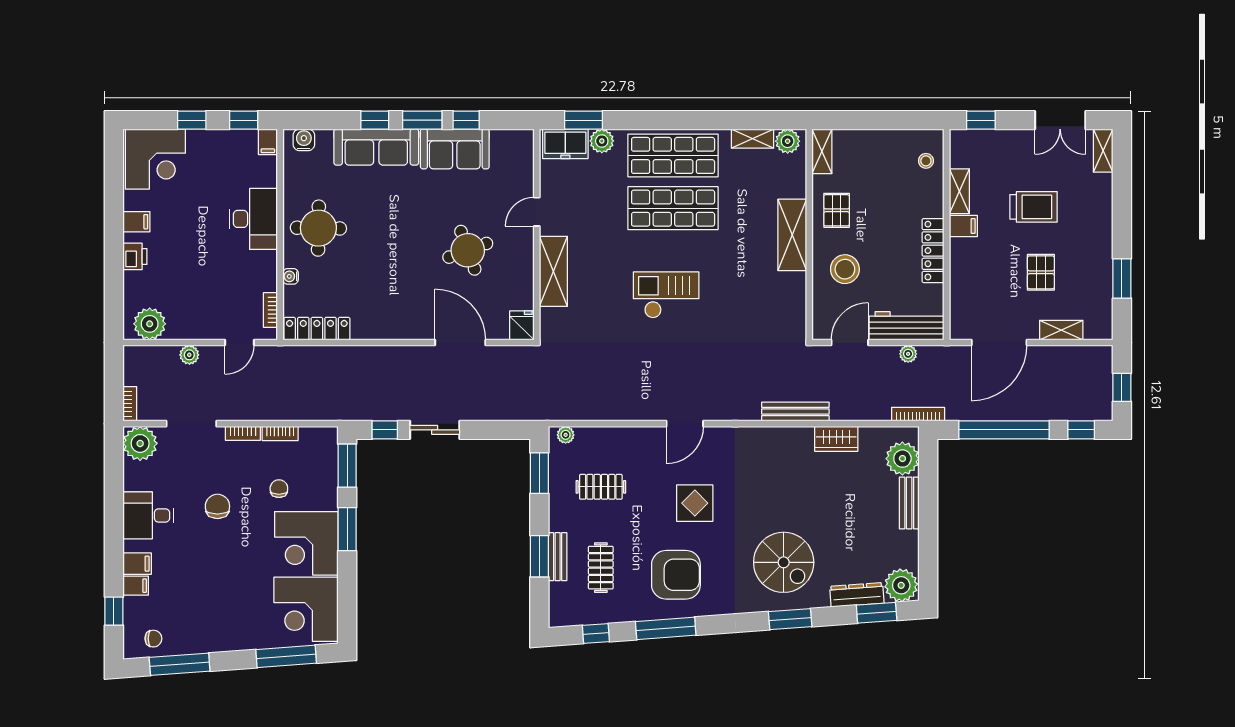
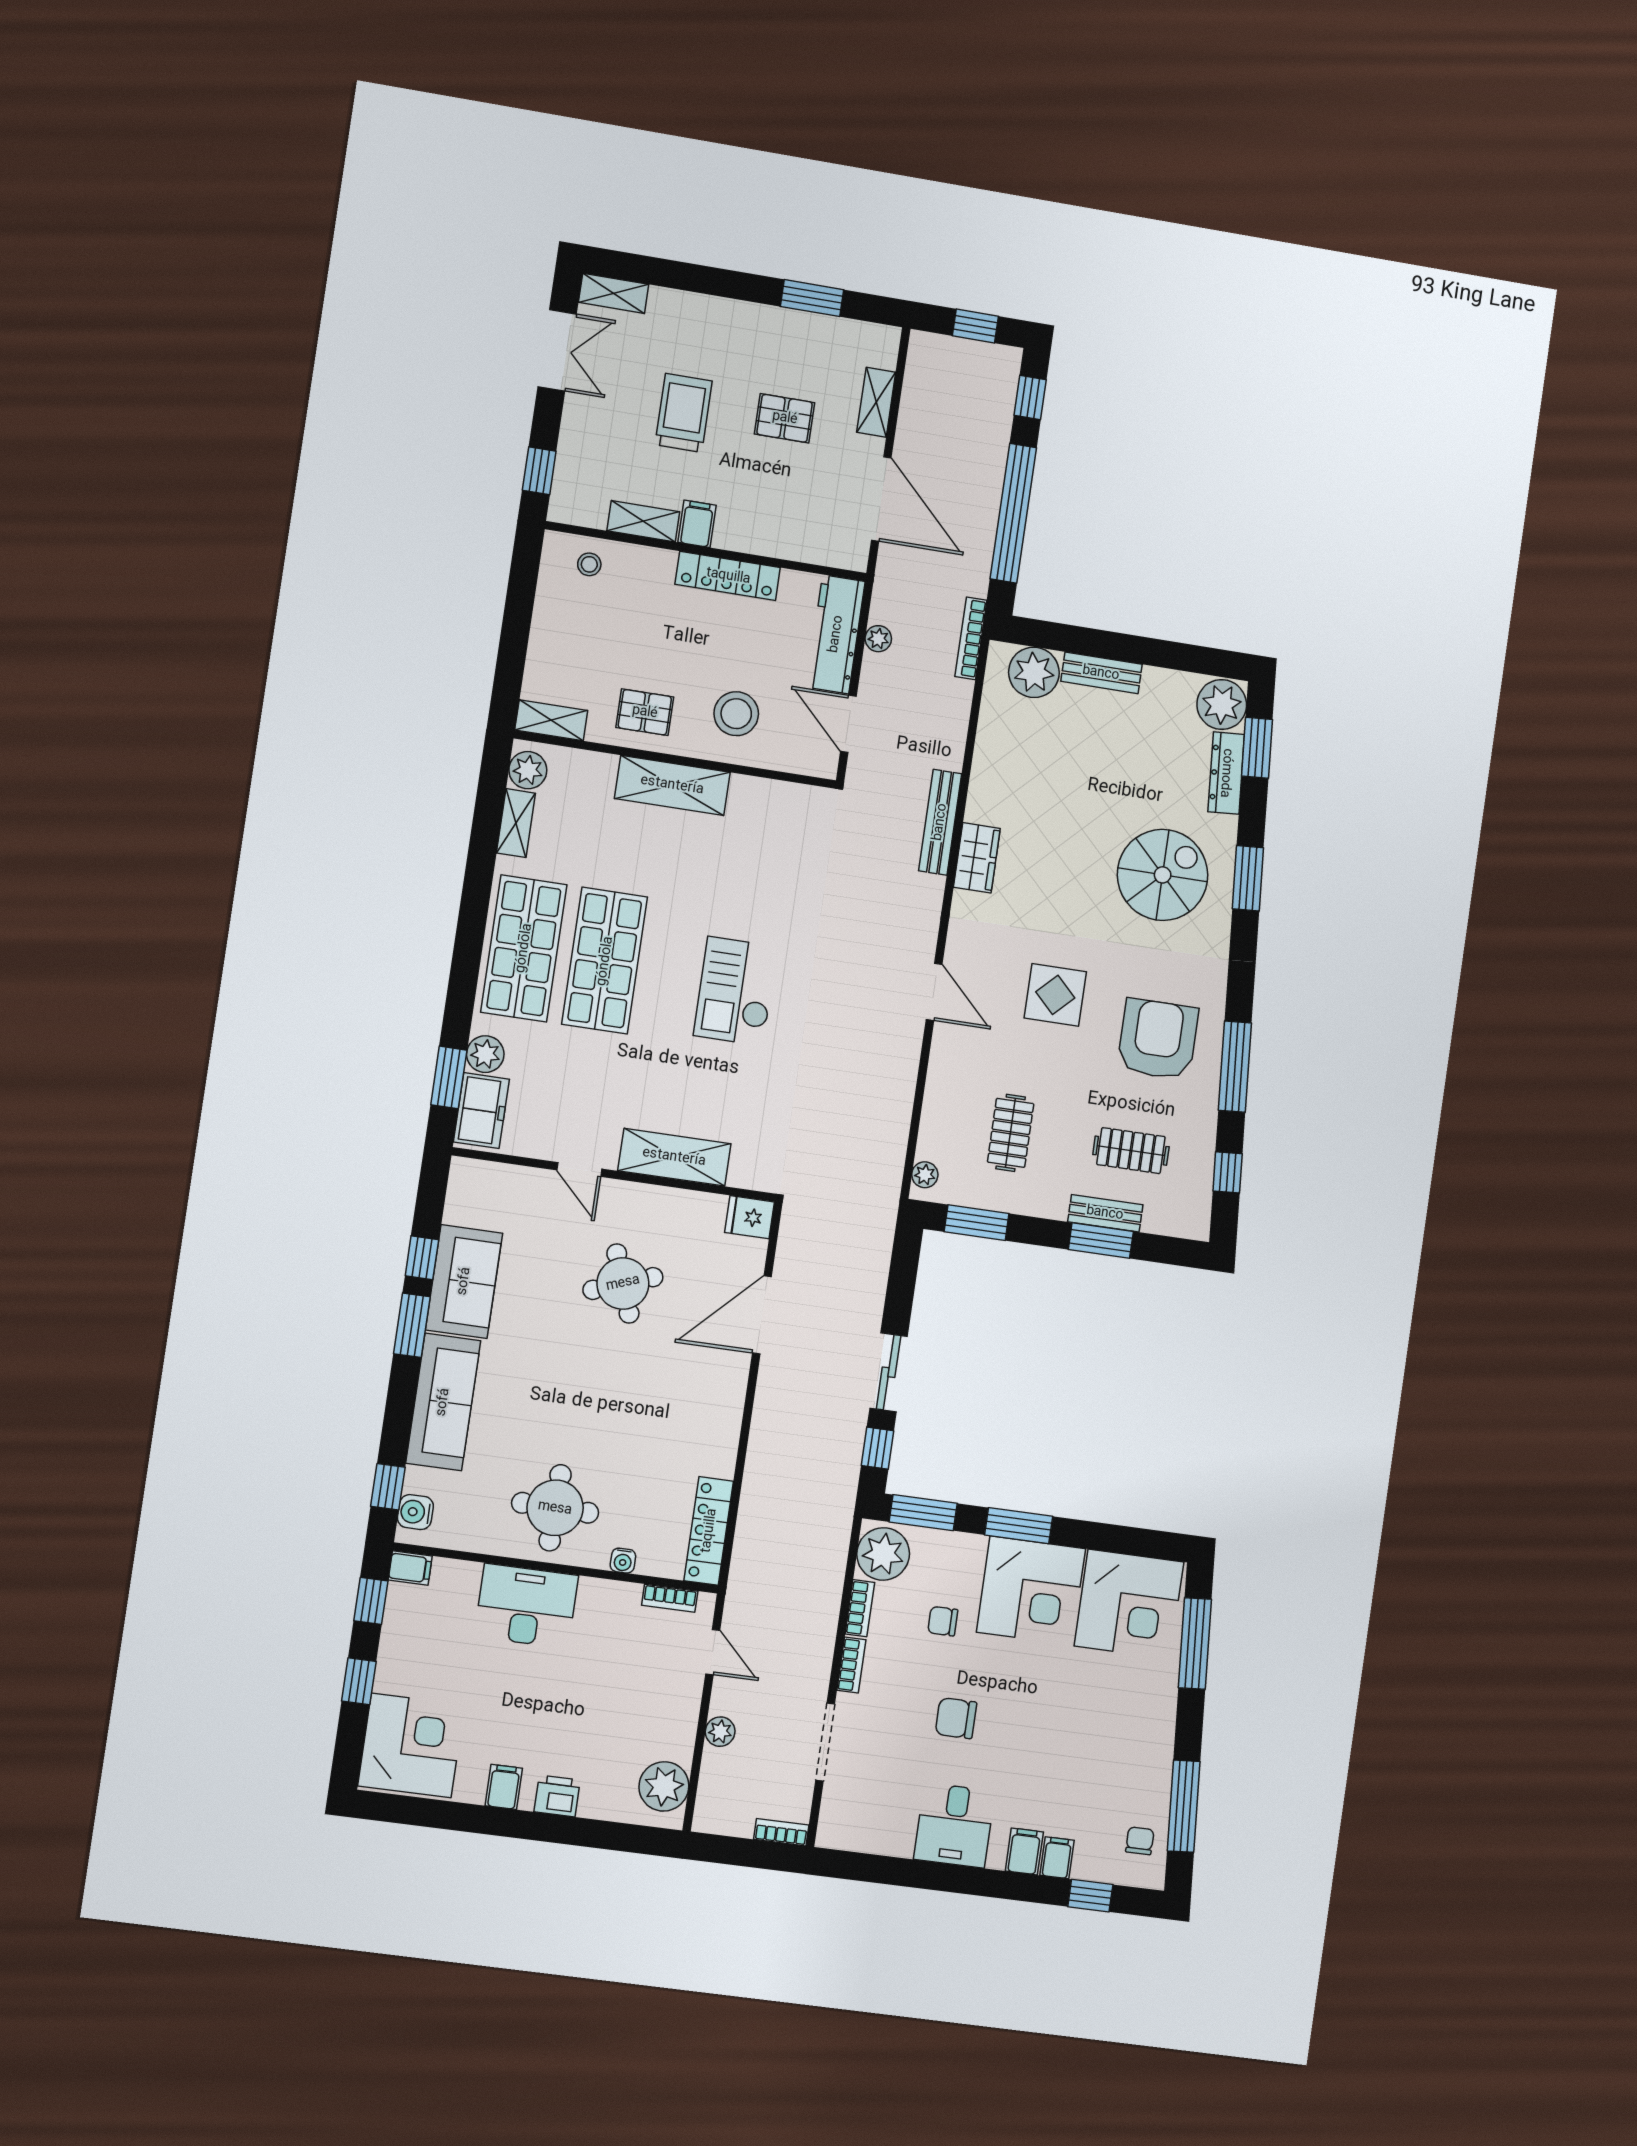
window: (375, 120) -> (388, 1487), moved
wardrobe: (836, 439) -> (977, 858), moved
plant: (140, 443) -> (883, 1554), moved

